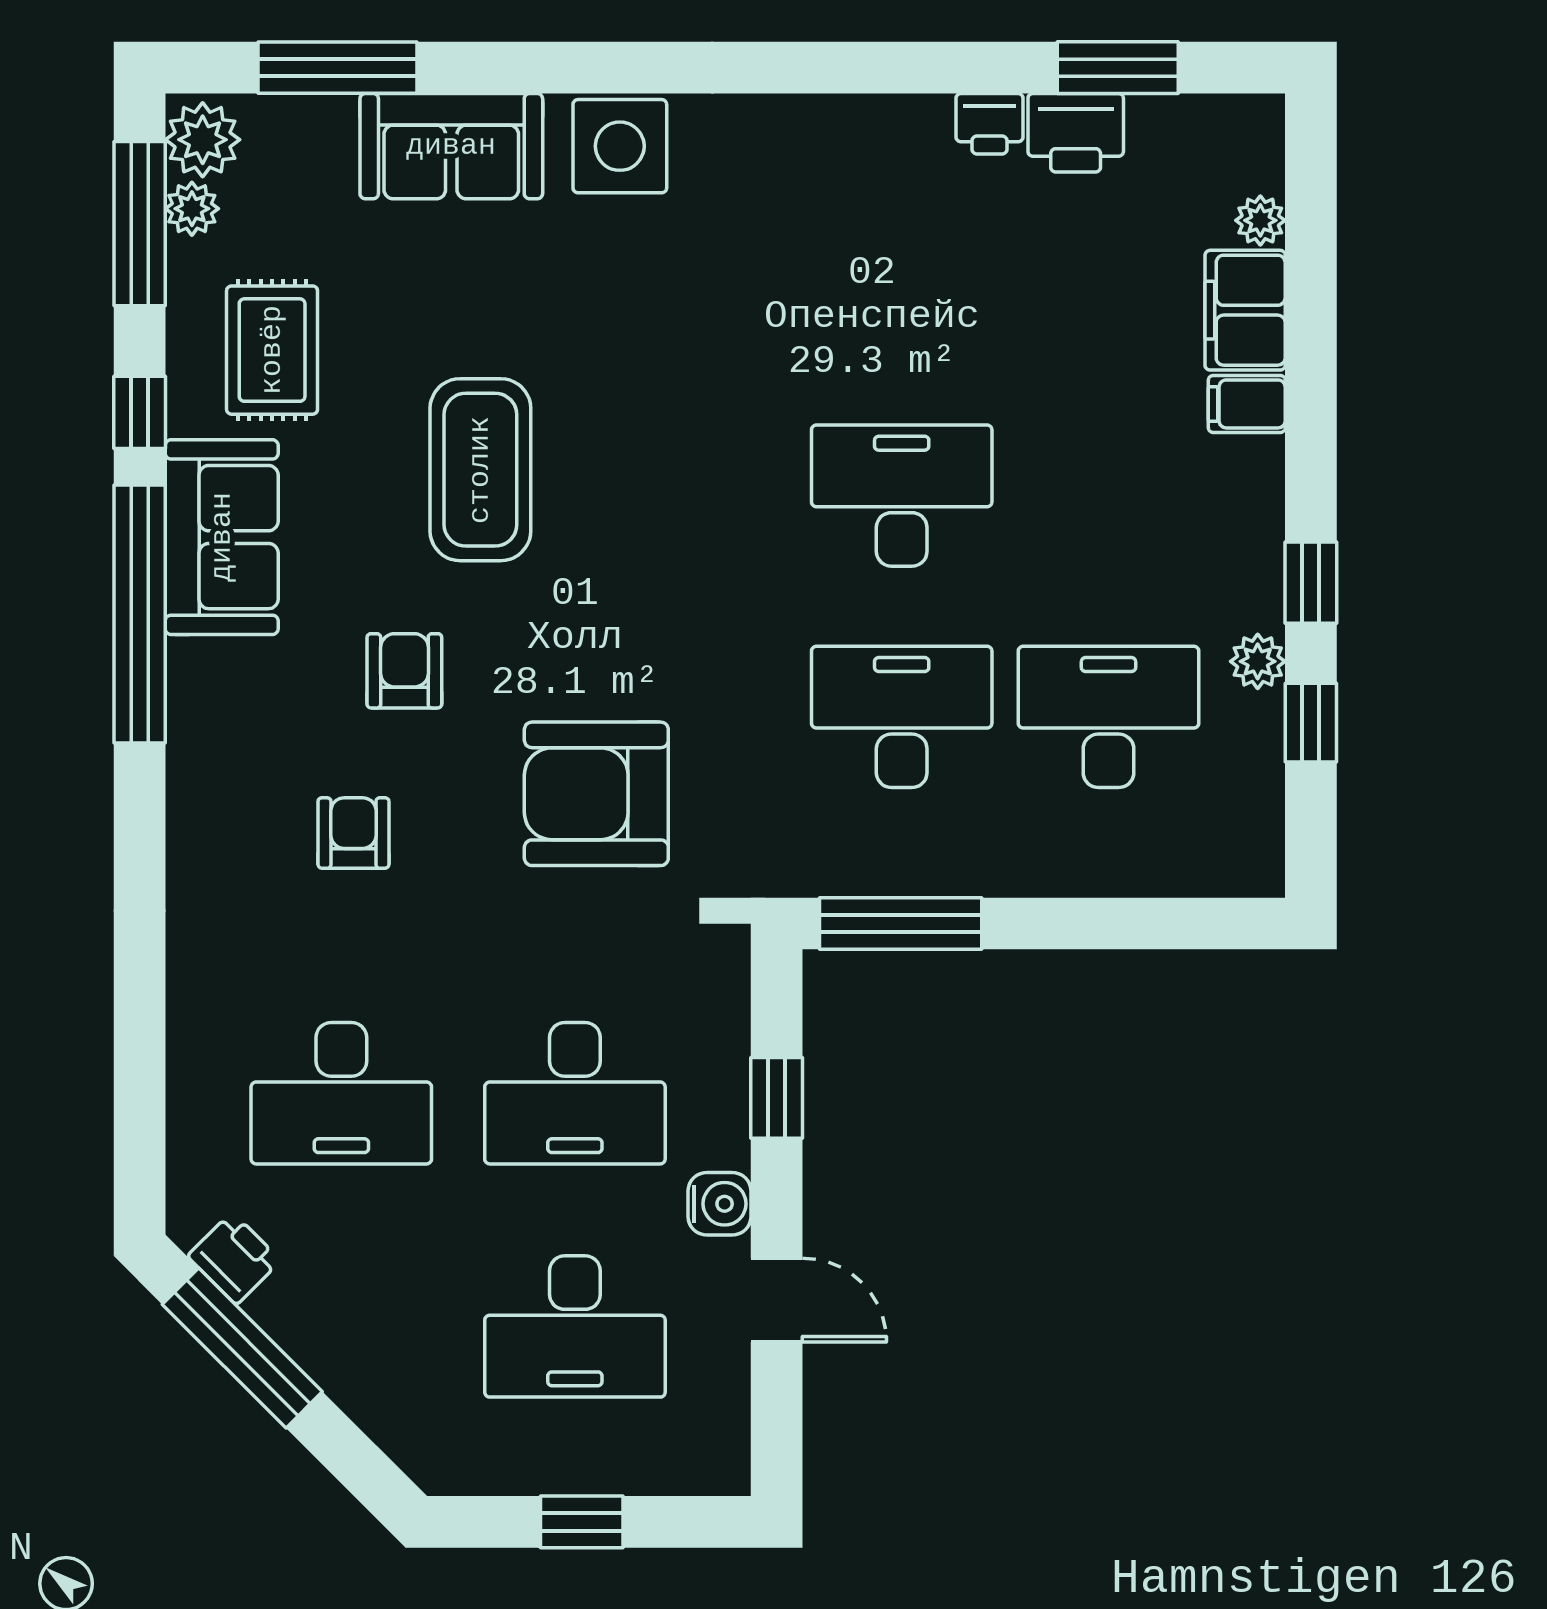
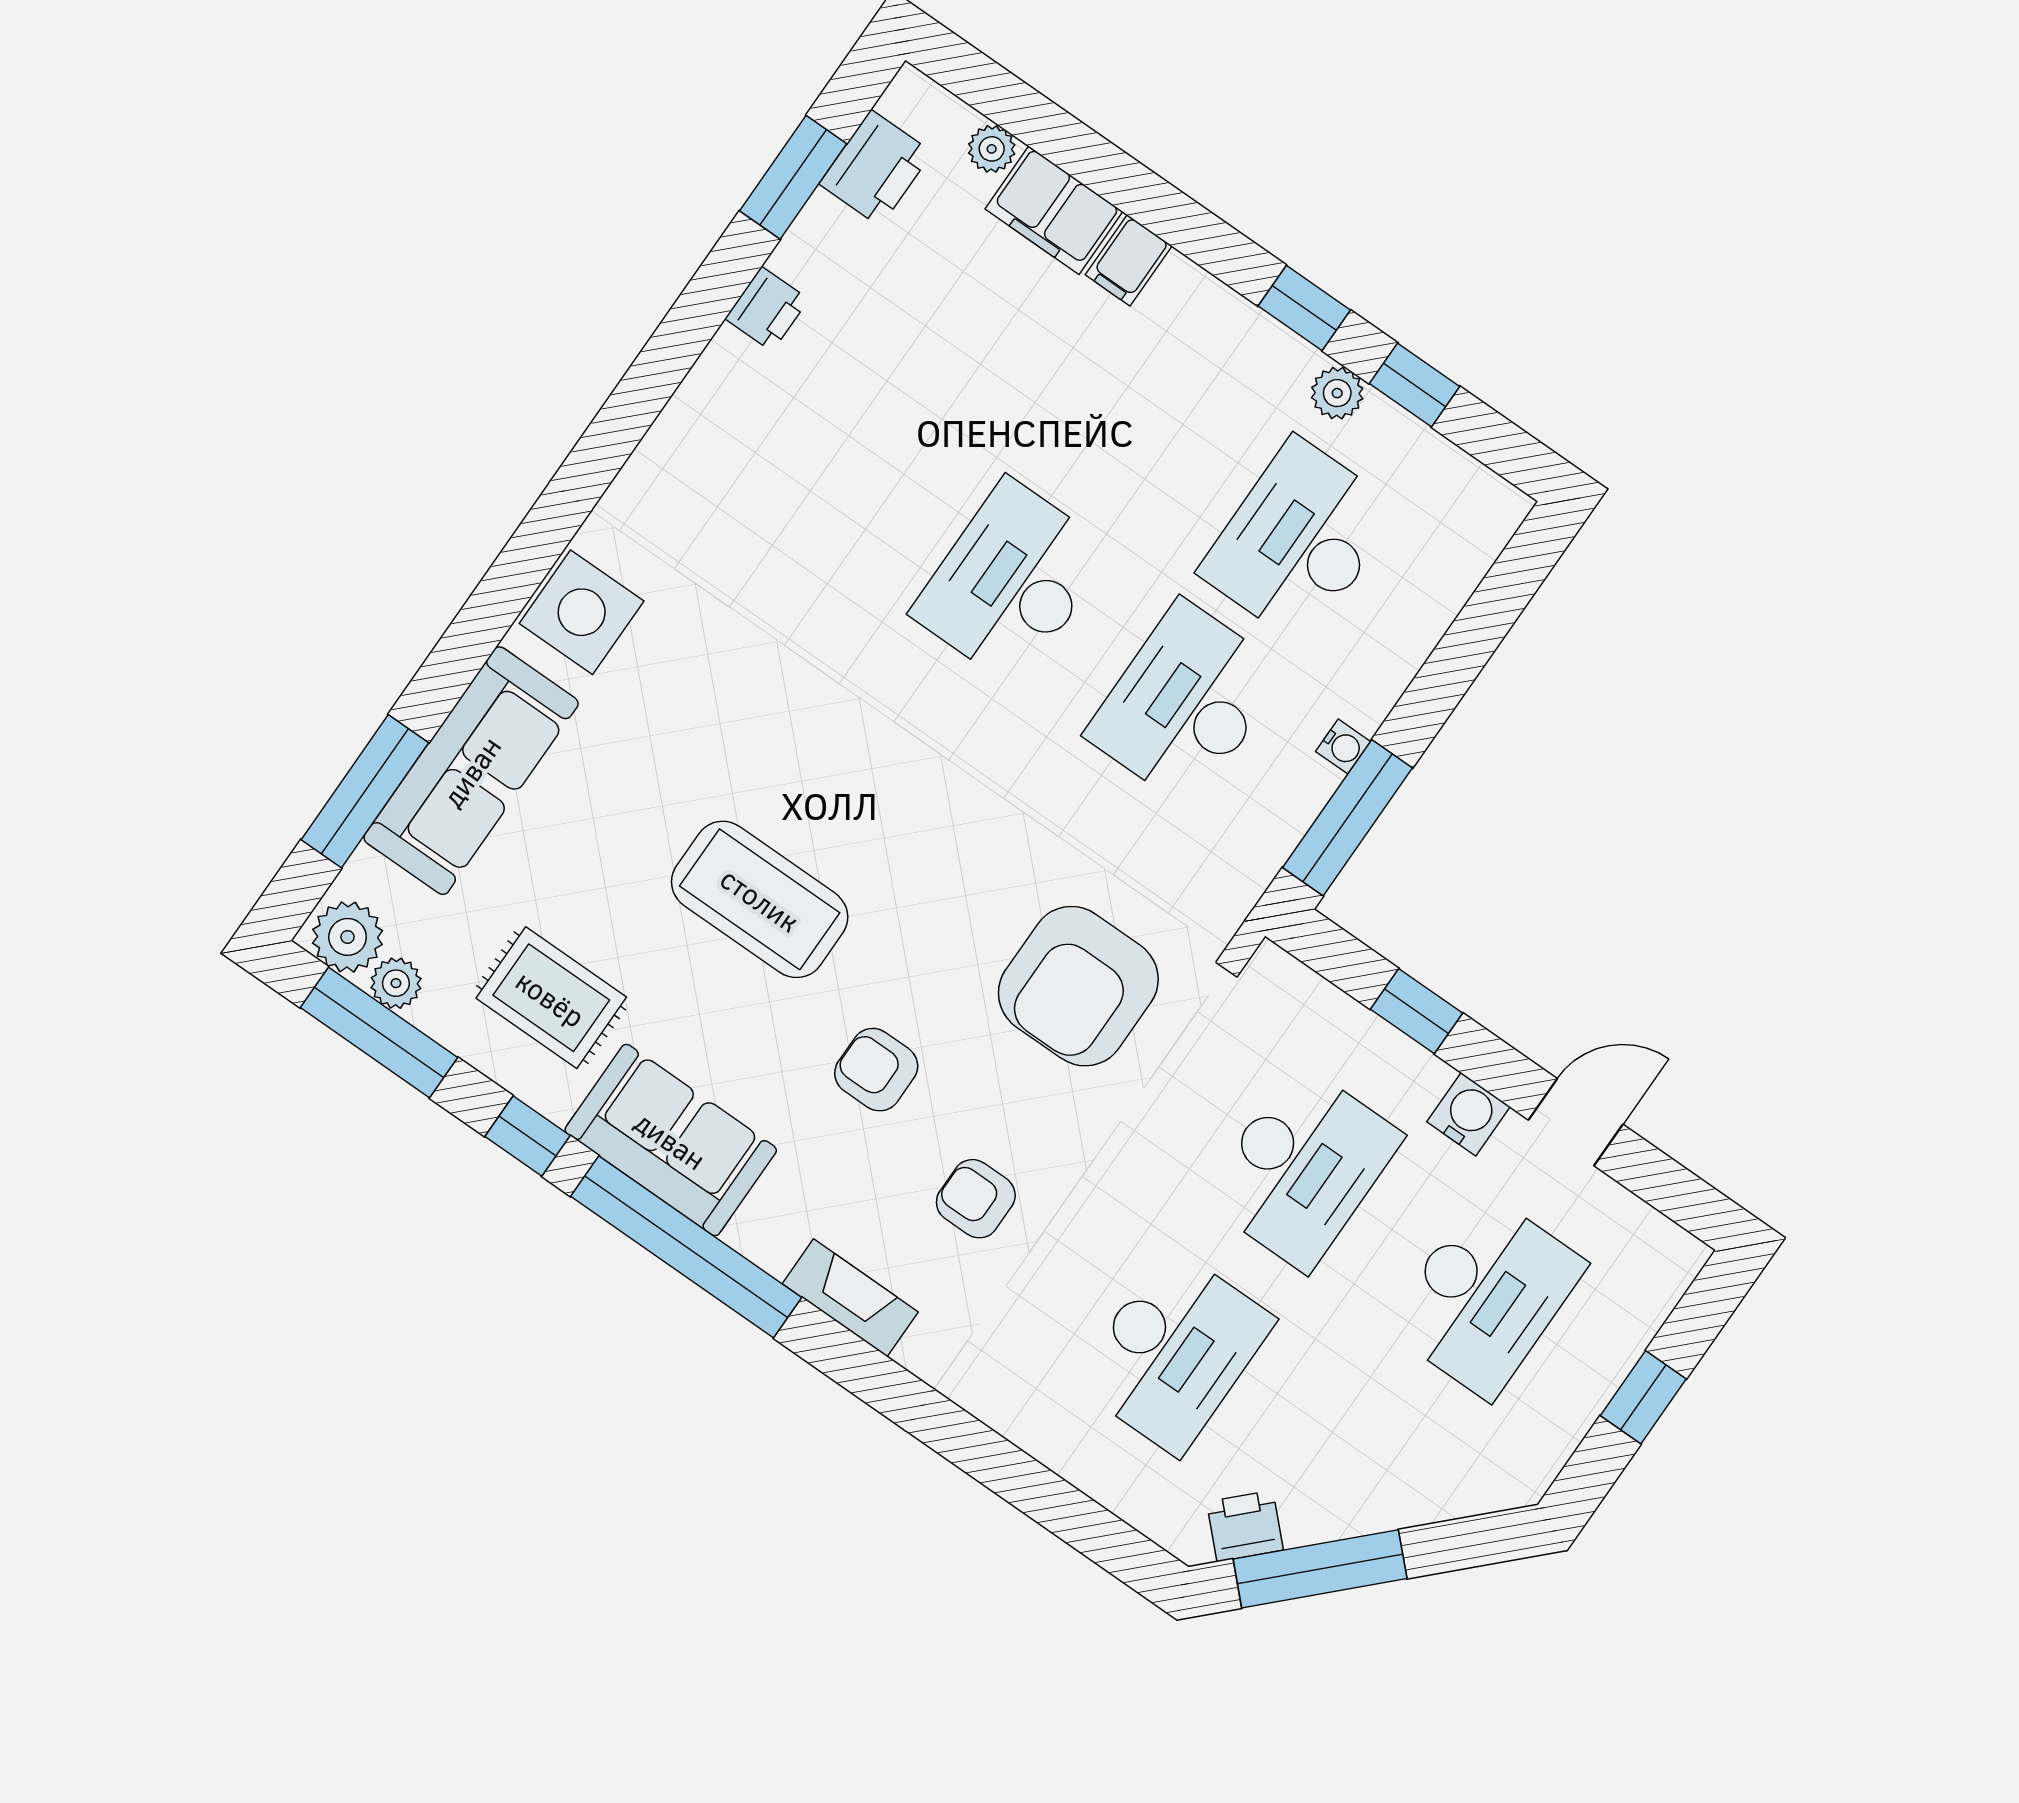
printer: (1076, 133) -> (876, 168), moved
sofa: (451, 146) -> (471, 771), width x1.36
fireplace: (194, 785) -> (850, 1298), added
water cooler: (959, 877) -> (1343, 746), added

